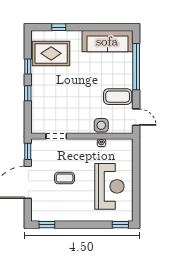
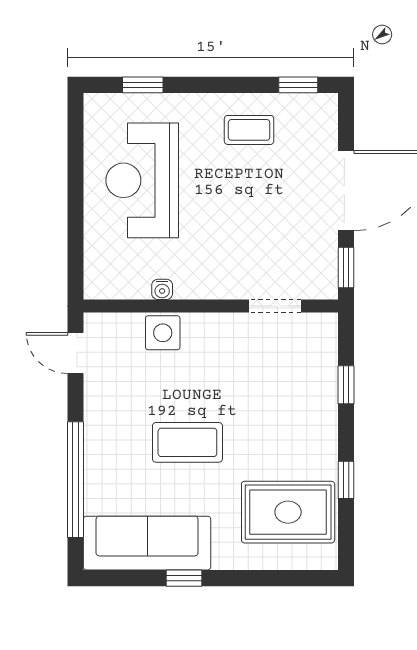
window: (59, 27) -> (184, 578), moved
window: (28, 93) -> (346, 385), moved
coffee table: (118, 97) -> (187, 442), moved
coffee table: (65, 178) -> (249, 130), moved
window: (120, 225) -> (143, 85), moved

